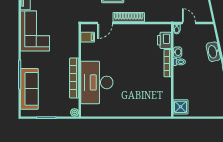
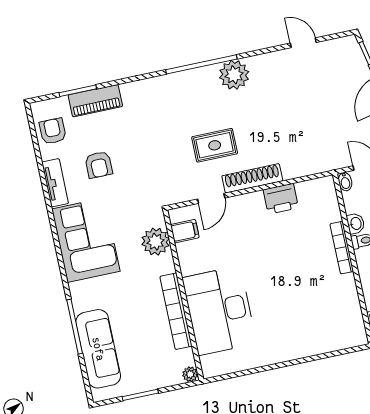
plant: (71, 39) -> (156, 242), added
printer: (164, 40) -> (281, 199), moved, turned -90

